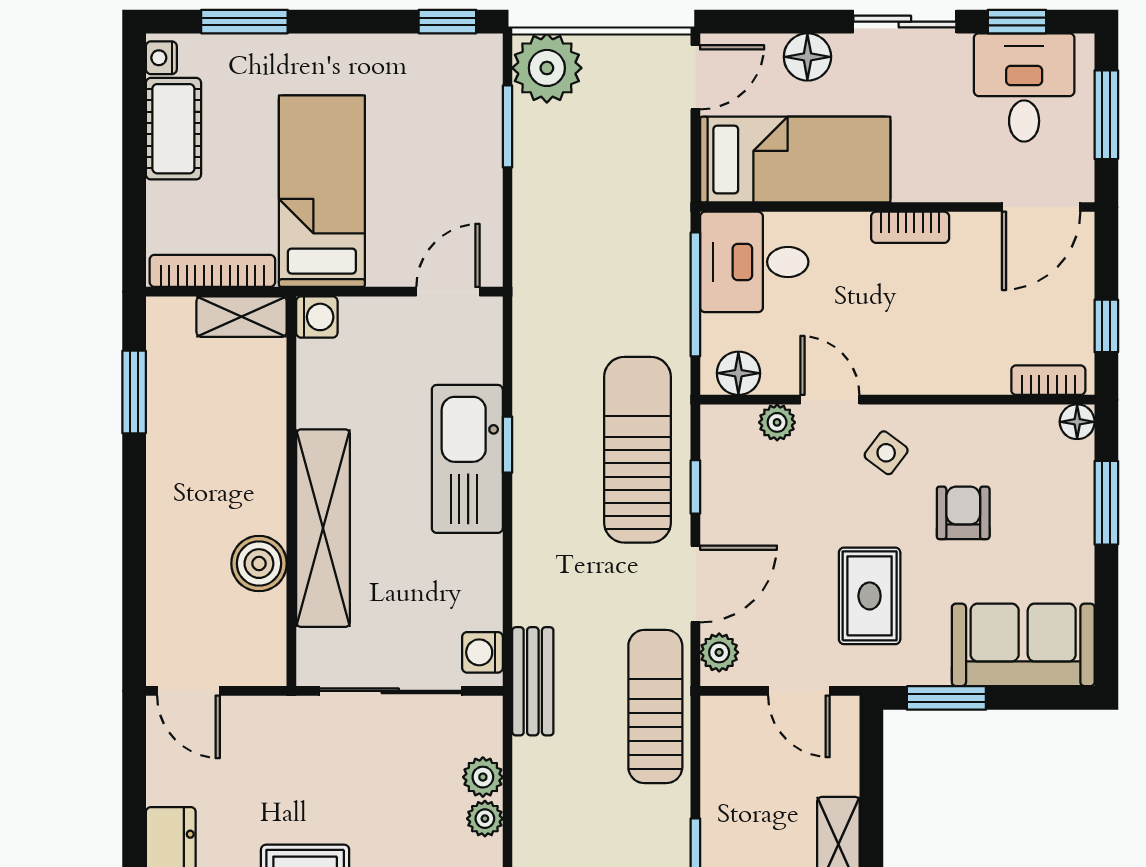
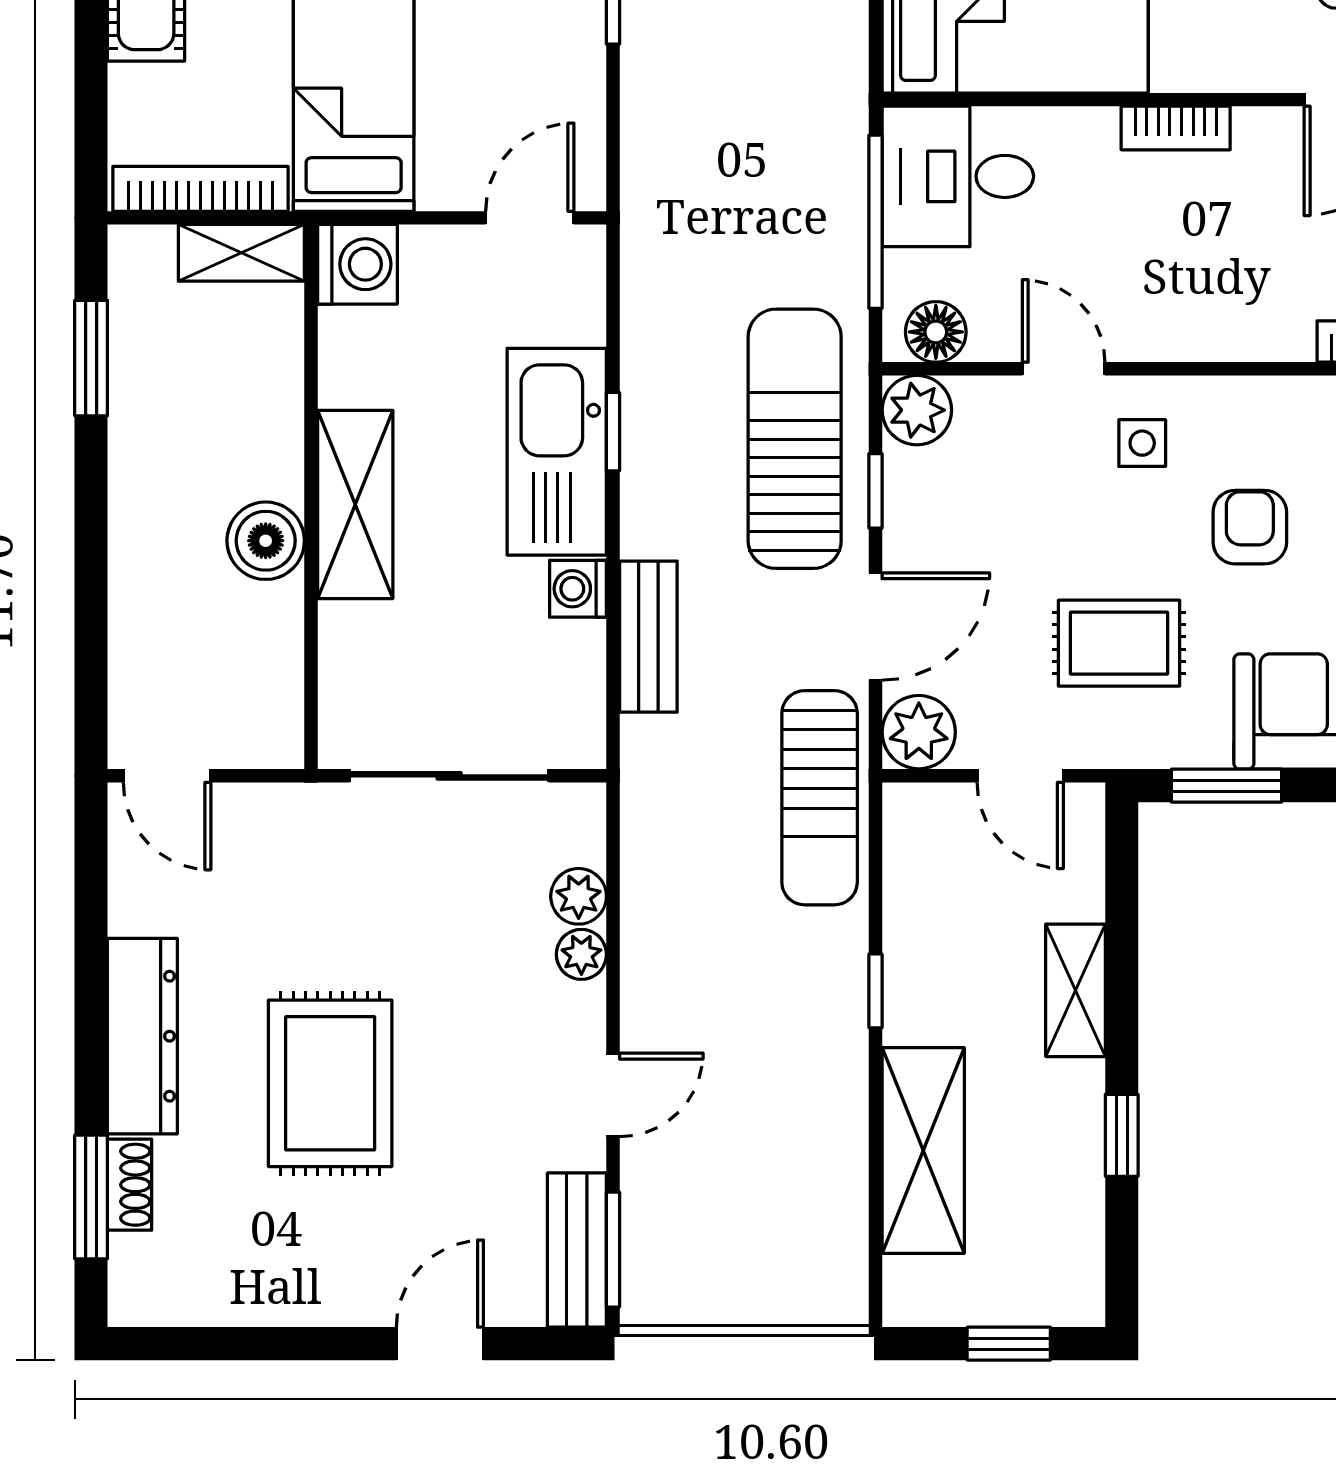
washing machine: (317, 317) -> (357, 264), width x1.38, depth x1.38
plant: (777, 422) -> (917, 410), moved, width x1.38, depth x1.38
side table: (886, 453) -> (1142, 443), turned -37
shelving: (323, 528) -> (355, 504), width x0.68
boiler: (259, 564) -> (266, 541), moved
rug: (870, 596) -> (1119, 643), turned 90
washing machine: (482, 652) -> (578, 589), moved
plant: (719, 652) -> (919, 732), width x1.38, depth x1.38
bench: (533, 681) -> (648, 637), moved
sun lounger: (655, 707) -> (820, 798), turned 180

